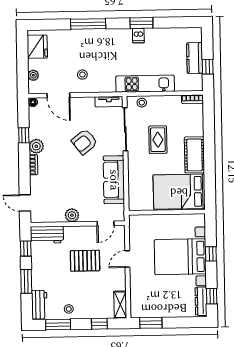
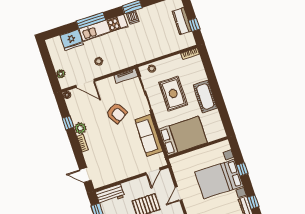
fridge: (37, 47) -> (72, 40), moved, turned 90
kitchen unit: (145, 84) -> (103, 28), moved, turned 180
rug: (158, 140) -> (173, 94), width x1.36, depth x1.43
armchair: (84, 142) -> (117, 113), turned -82
bed: (179, 192) -> (183, 136), moved, turned 180
plant: (72, 215) -> (125, 173), removed

